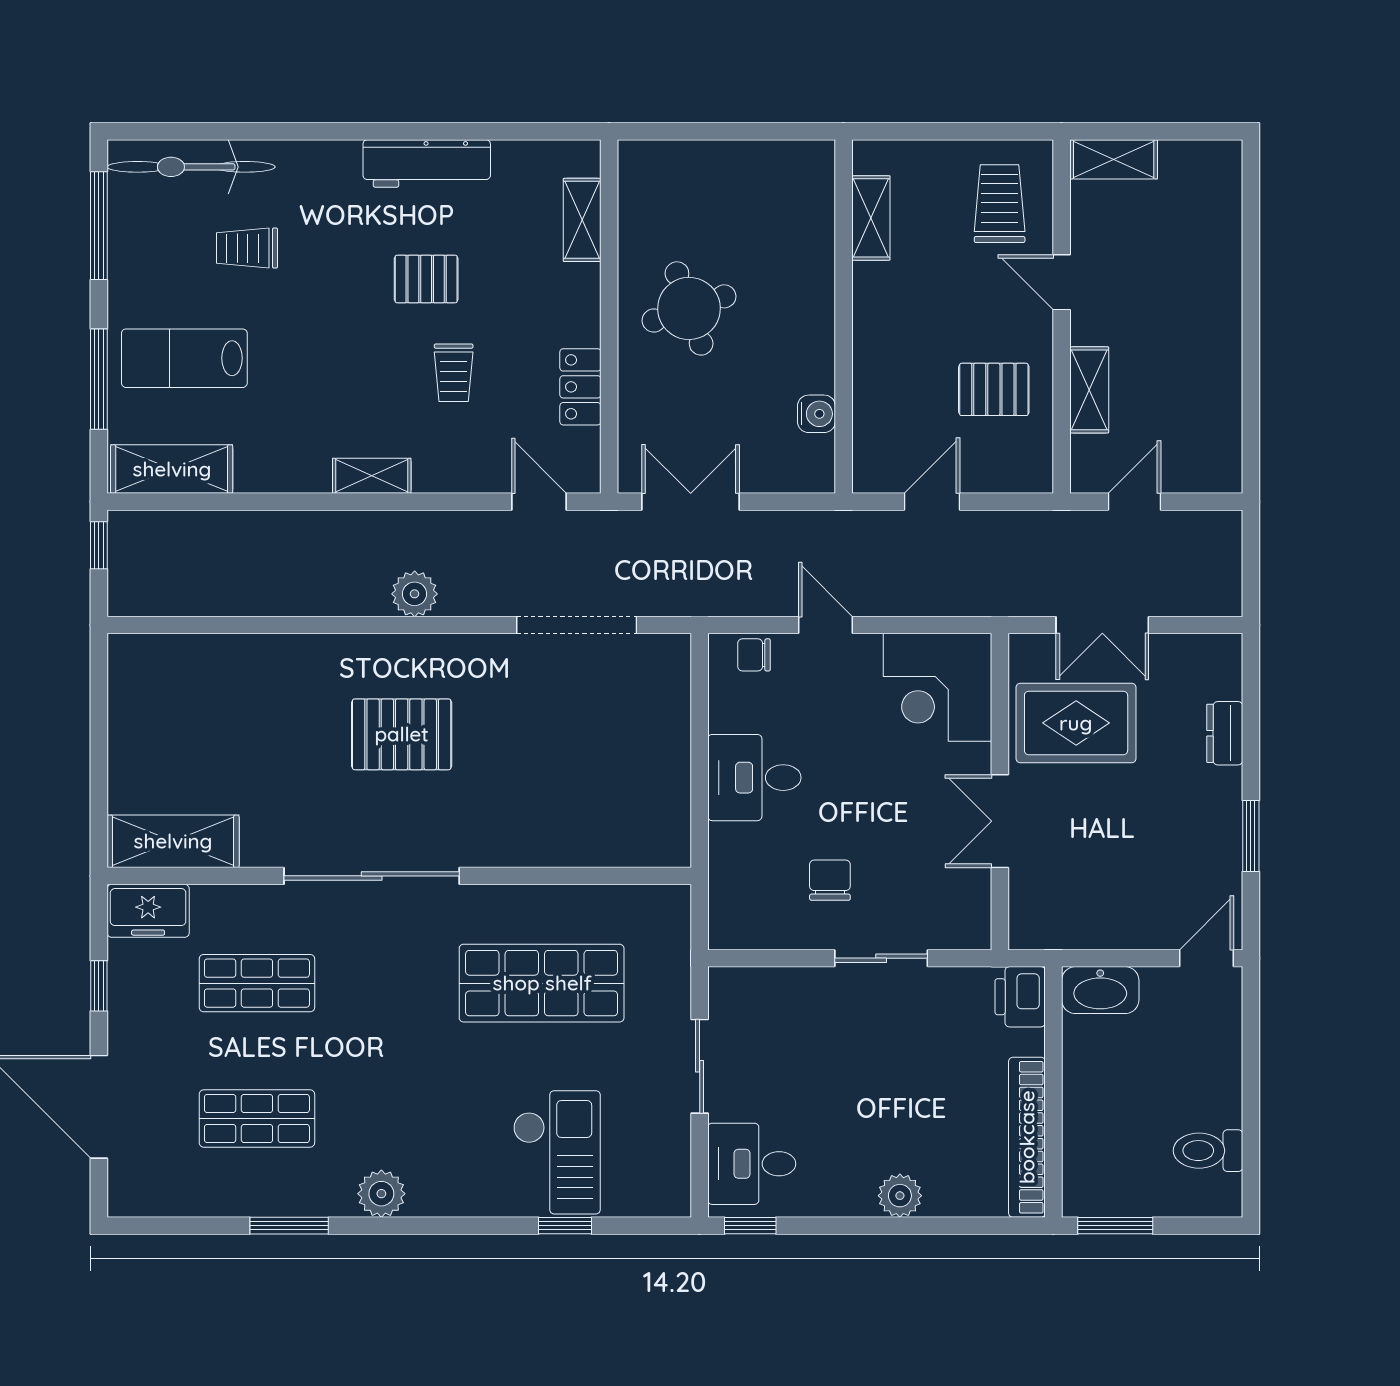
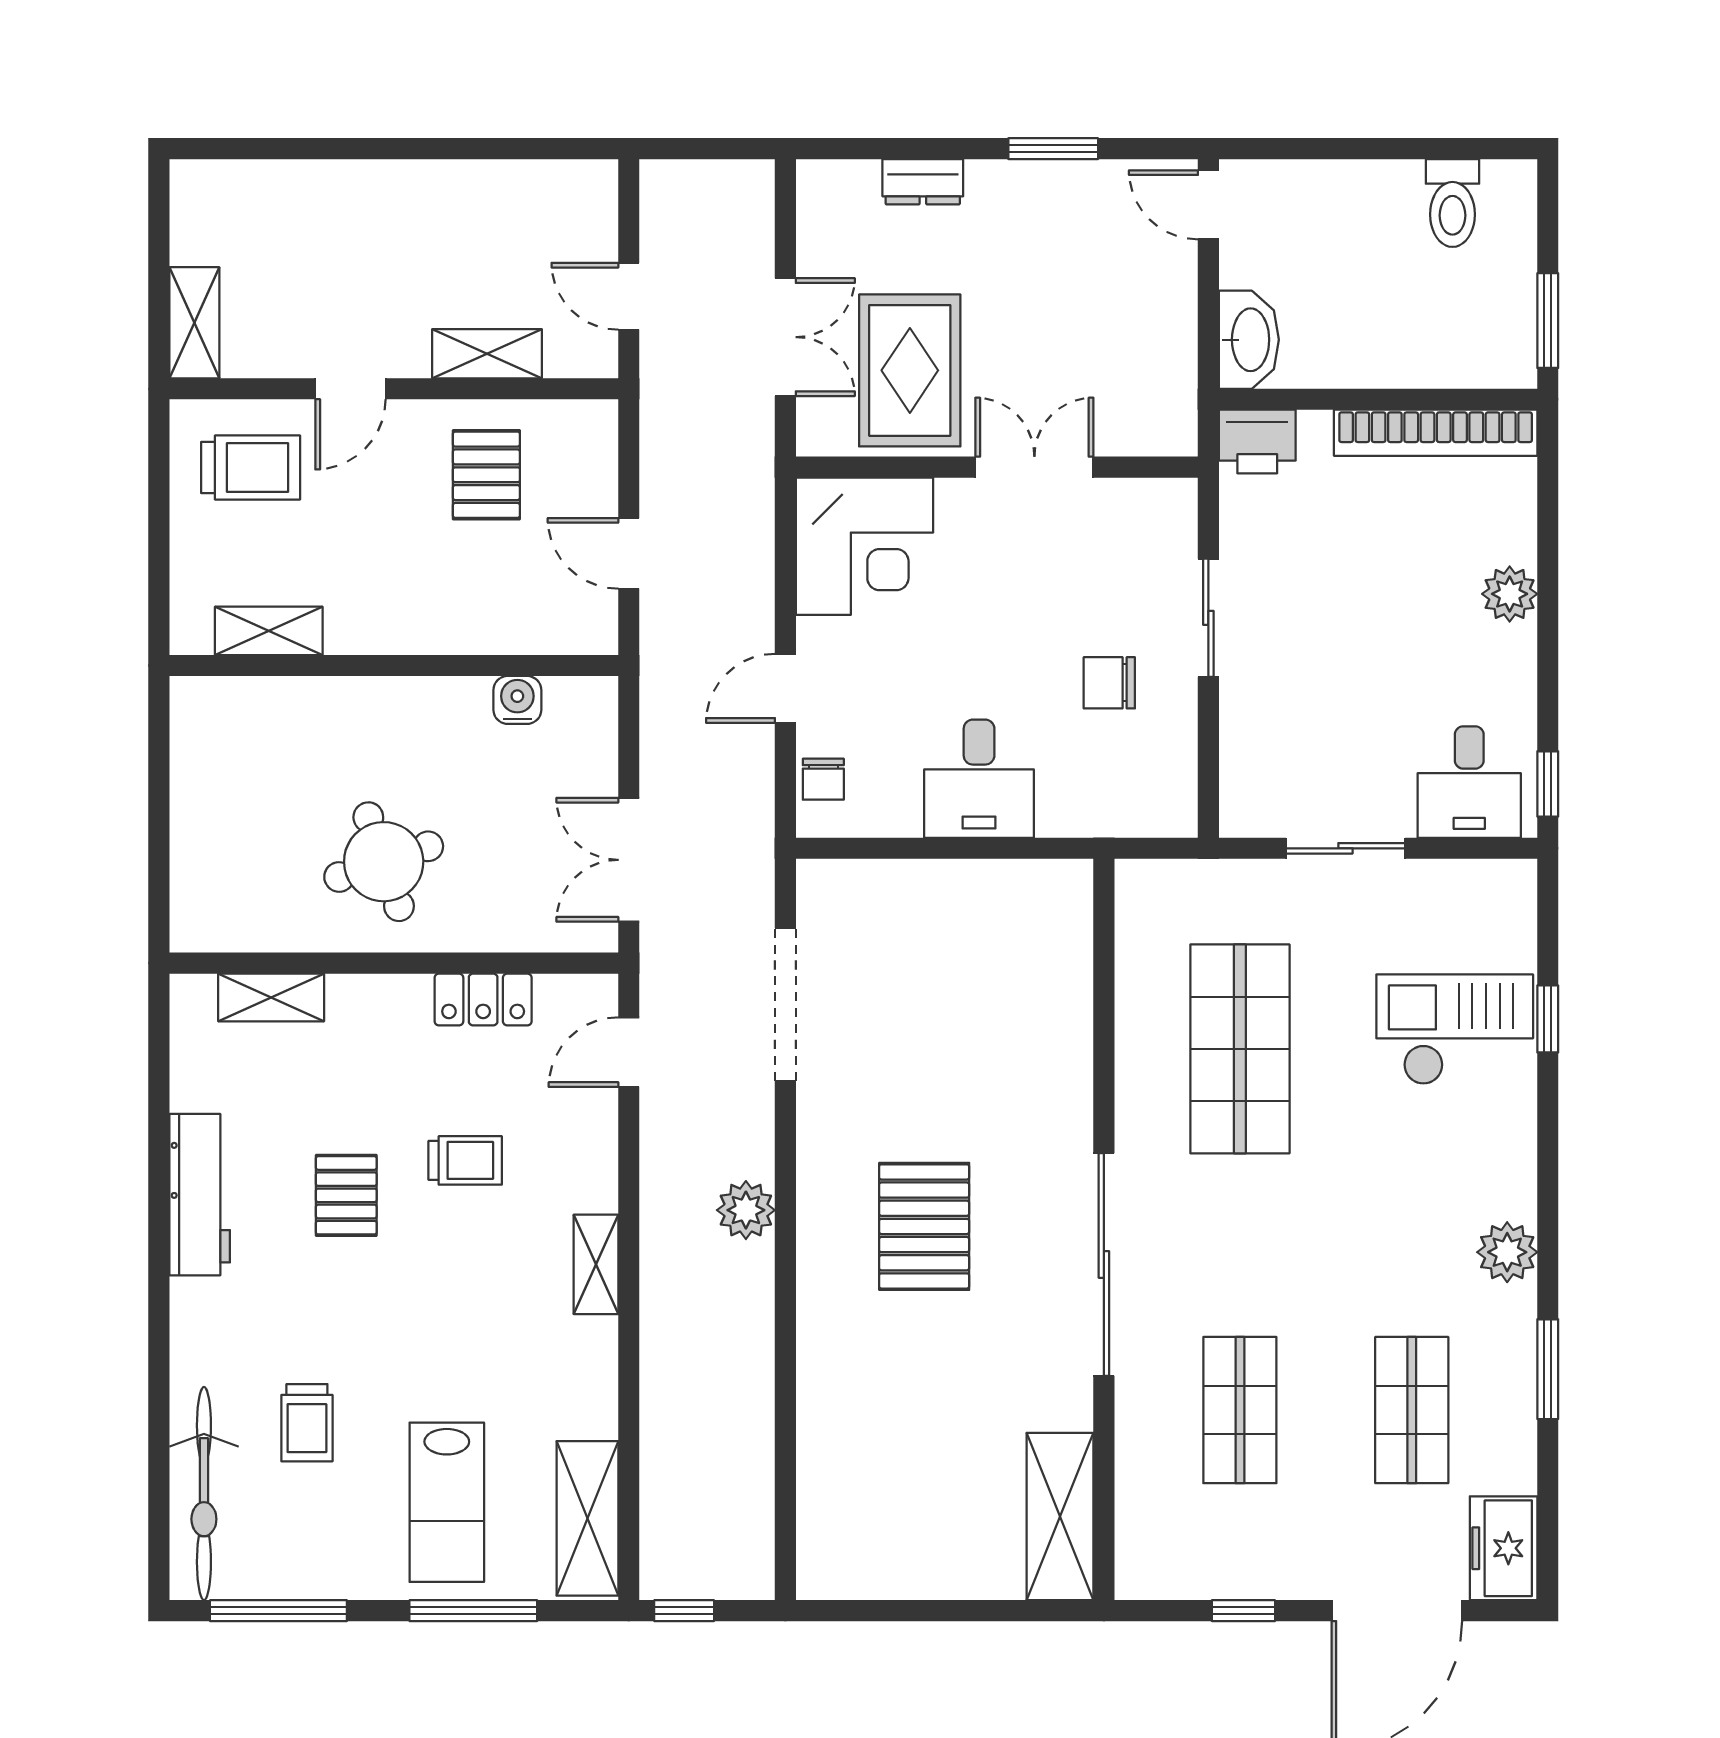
trolley: (1000, 204) -> (251, 467), turned 180
double door: (1000, 821) -> (1034, 467), swing flipped
freezer: (148, 911) -> (1504, 1548), moved, turned 180

